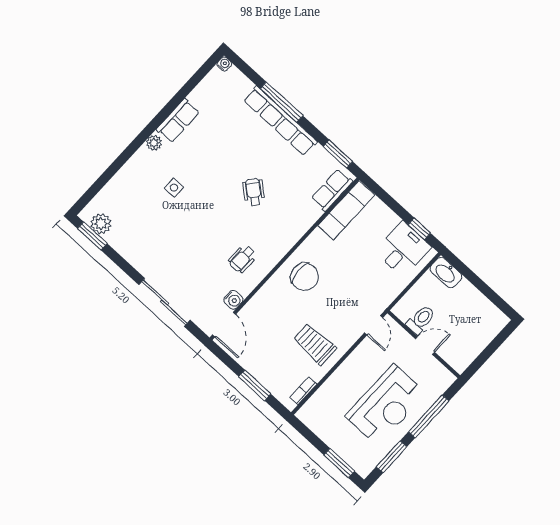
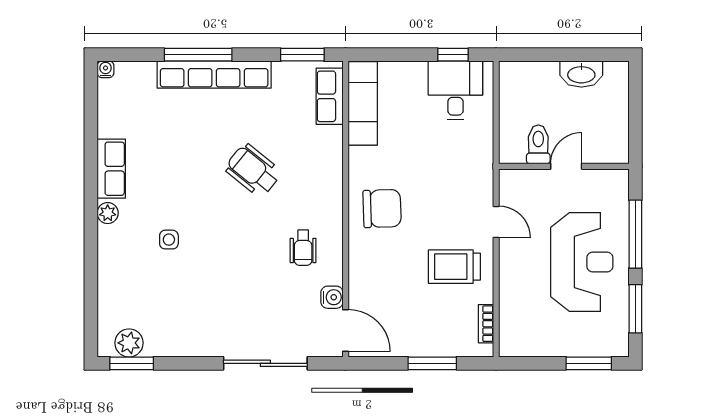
wheelchair: (254, 192) -> (253, 170), width x1.36, depth x1.37
washbasin: (446, 273) -> (581, 74), moved
door: (374, 325) -> (496, 222), moved

